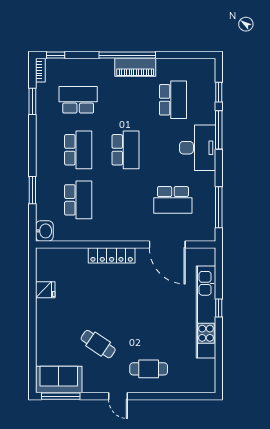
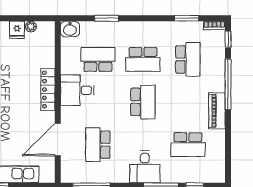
window: (127, 55) -> (228, 84), moved
desk: (198, 148) -> (145, 167), width x0.73
school desk: (126, 150) -> (143, 102), turned -90
school desk: (78, 200) -> (98, 59), turned 180
desk: (112, 223) -> (77, 90), added
plant: (42, 274) -> (31, 27), added

